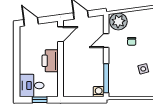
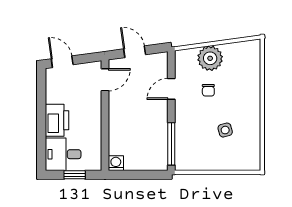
plant: (118, 21) -> (210, 58), moved
printer: (50, 61) -> (57, 120), moved, turned 180
washing machine: (99, 92) -> (116, 163), moved

